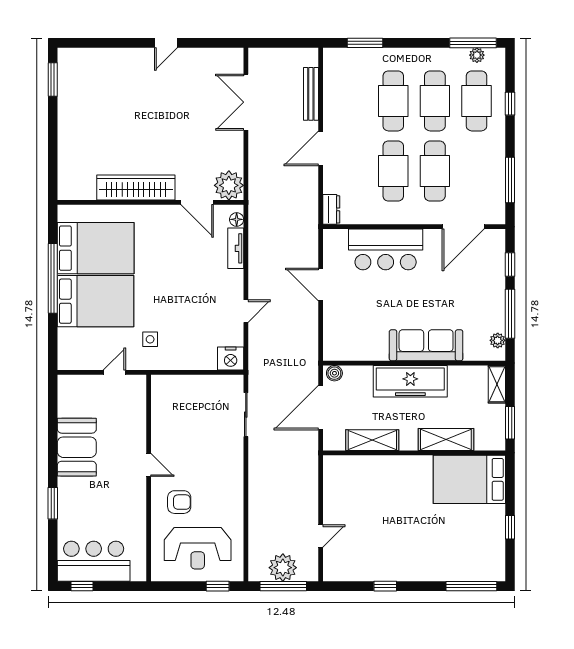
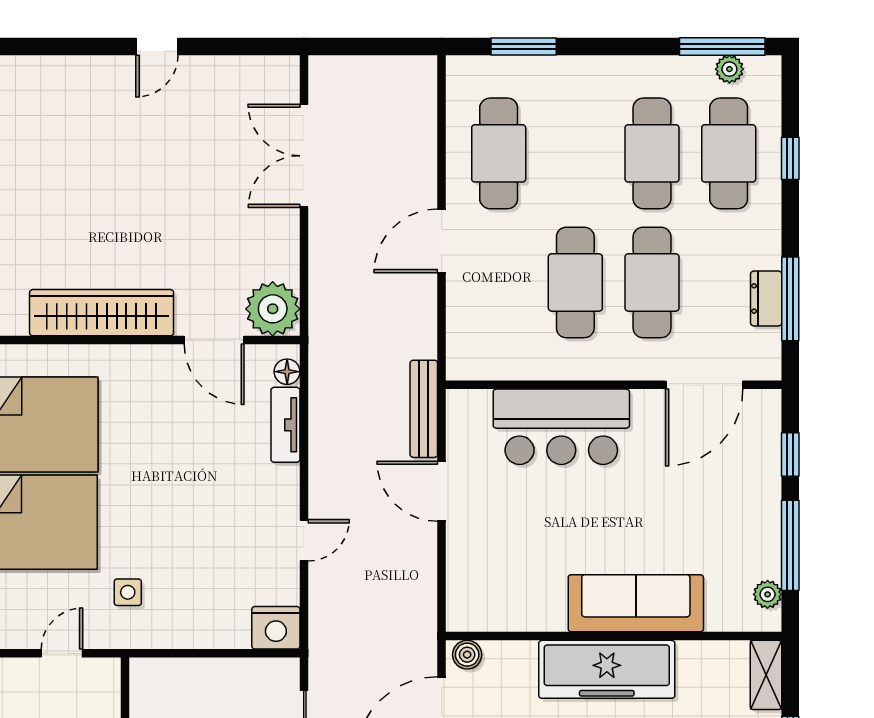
bench: (311, 94) -> (424, 409), moved
cafe table: (393, 101) -> (499, 153), moved
dresser: (331, 209) -> (766, 298), moved, turned 180

